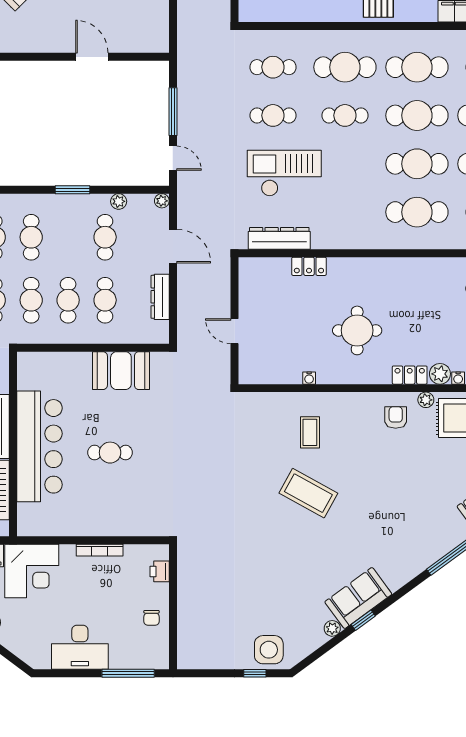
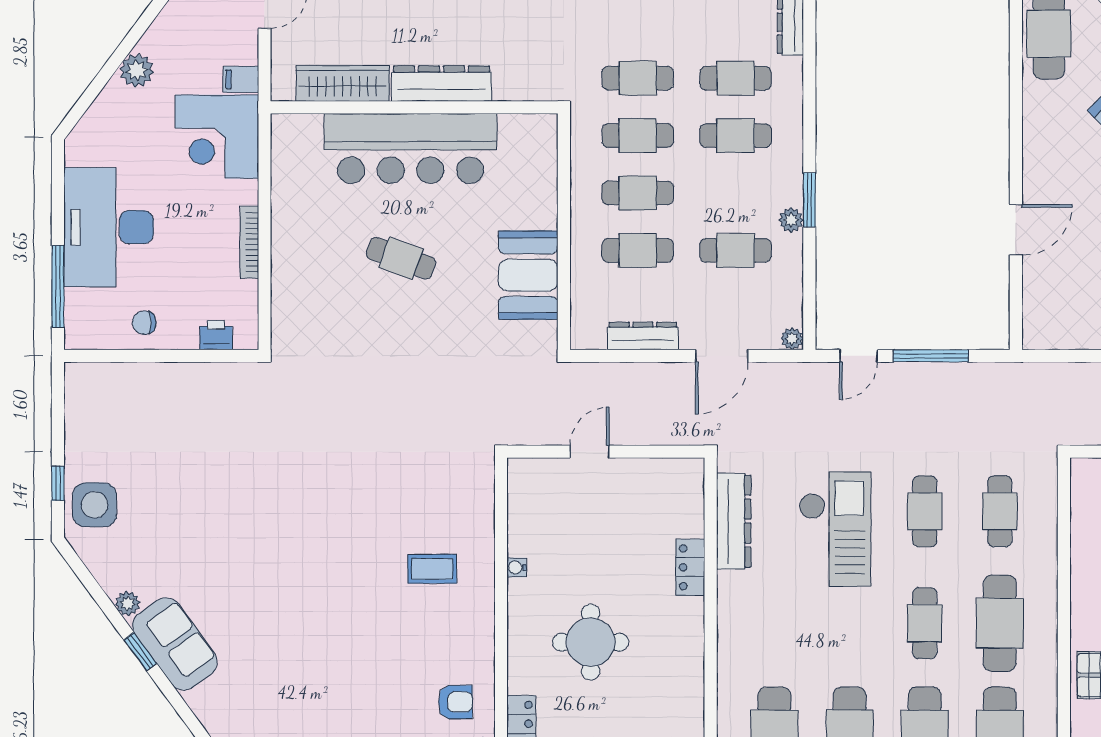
plant: (119, 201) -> (791, 220), moved
cafe table: (110, 453) -> (401, 258), turned -70
coffee table: (308, 493) -> (338, 566), removed
desk: (80, 647) -> (109, 227), width x1.36, depth x1.30

